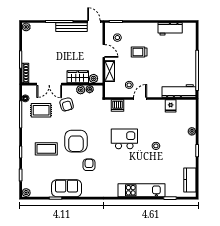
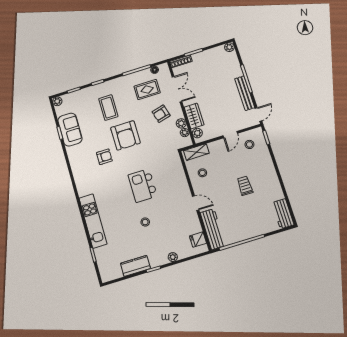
workbench: (170, 29) -> (283, 214), moved
trolley: (139, 52) -> (245, 186), moved
shelving: (110, 71) -> (196, 152), moved
double door: (49, 84) -> (177, 89), swing flipped
door: (140, 98) -> (196, 203), moved
dishwasher: (118, 106) -> (176, 167), removed
fridge: (171, 106) -> (198, 240), moved
rug: (41, 110) -> (147, 90), turned 90
kitchen island: (124, 139) -> (143, 186), turned 180
armchair: (76, 141) -> (125, 135), turned -90
kitchen counter: (190, 180) -> (135, 266), moved
sofa: (67, 188) -> (70, 130), moved

